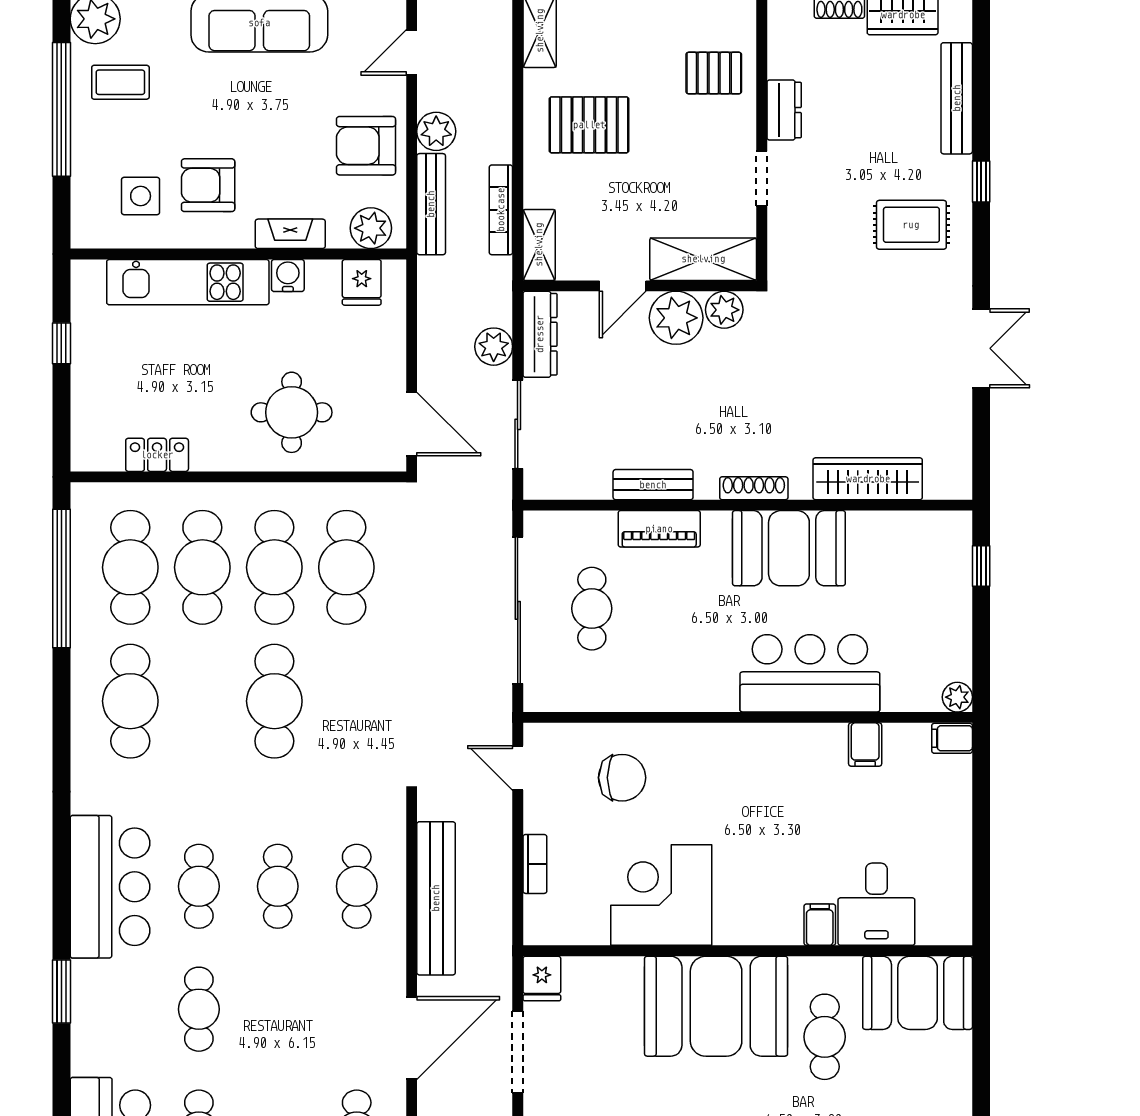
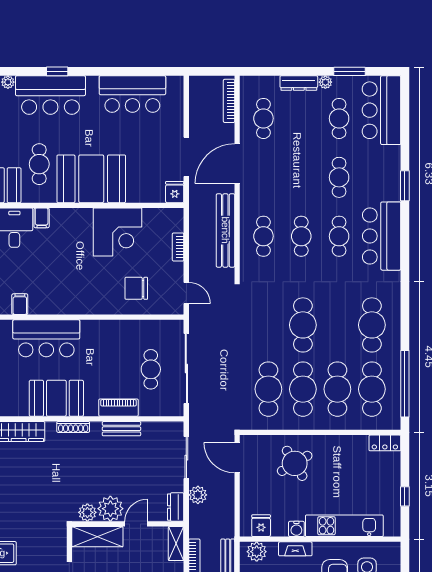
dresser: (540, 334) -> (176, 507), width x0.70
round table: (292, 412) -> (295, 463), turned -31
locker: (157, 455) -> (385, 443), moved

